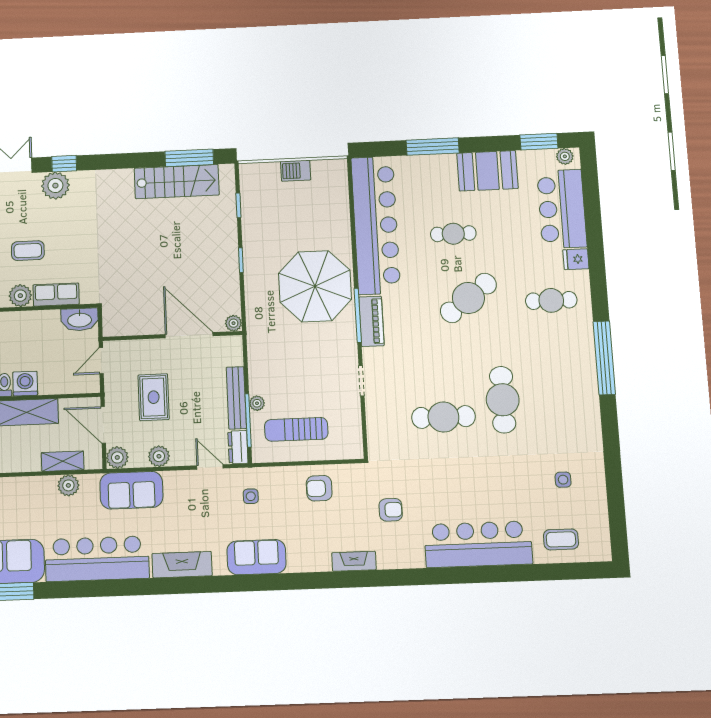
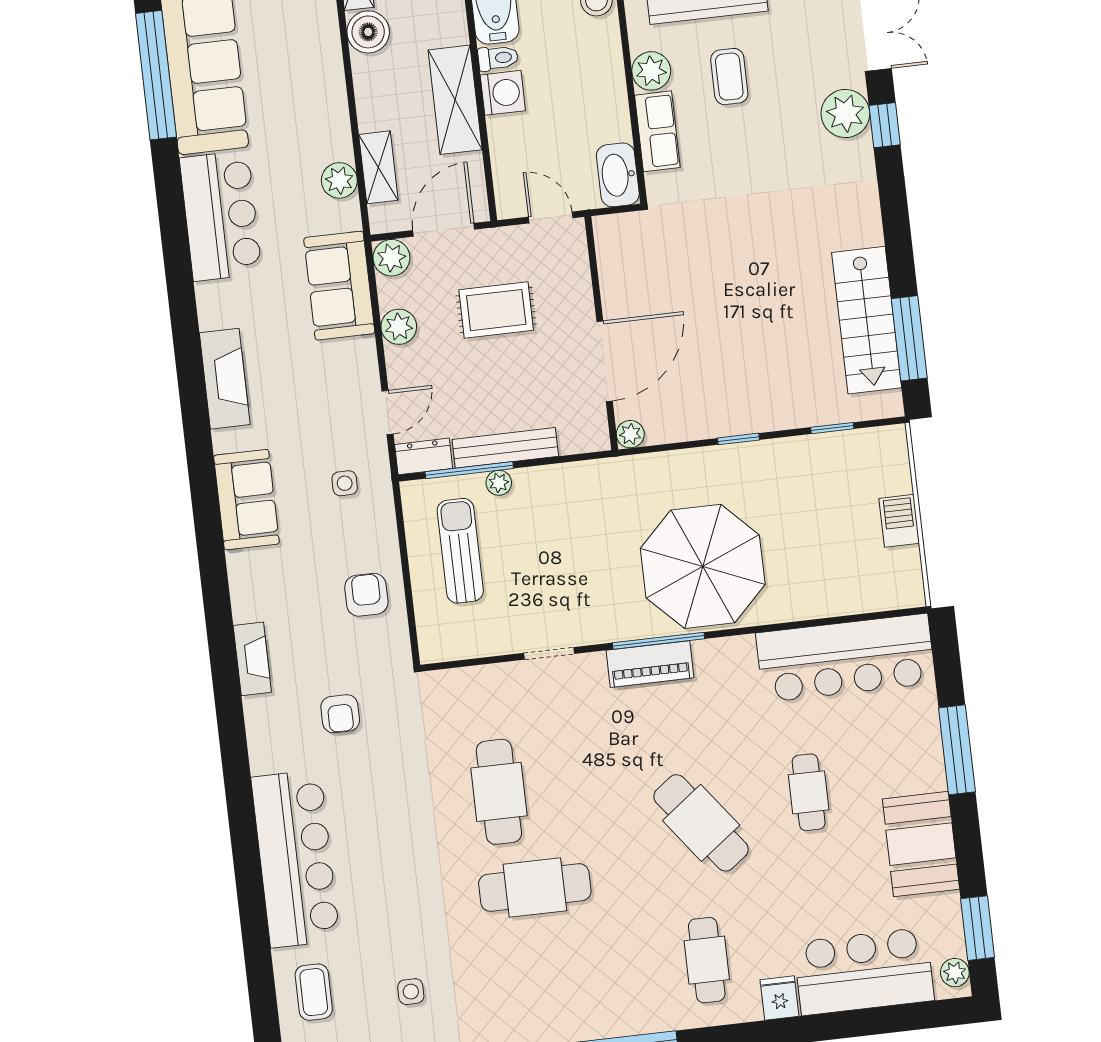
bar counter: (376, 225) -> (846, 658), width x0.73
bar counter: (97, 559) -> (221, 216), width x0.73

